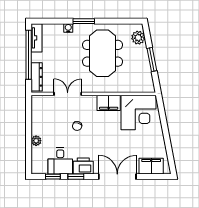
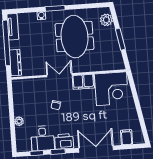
double door: (68, 94) -> (59, 75), moved
filing cabinet: (151, 166) -> (126, 137), width x0.50

